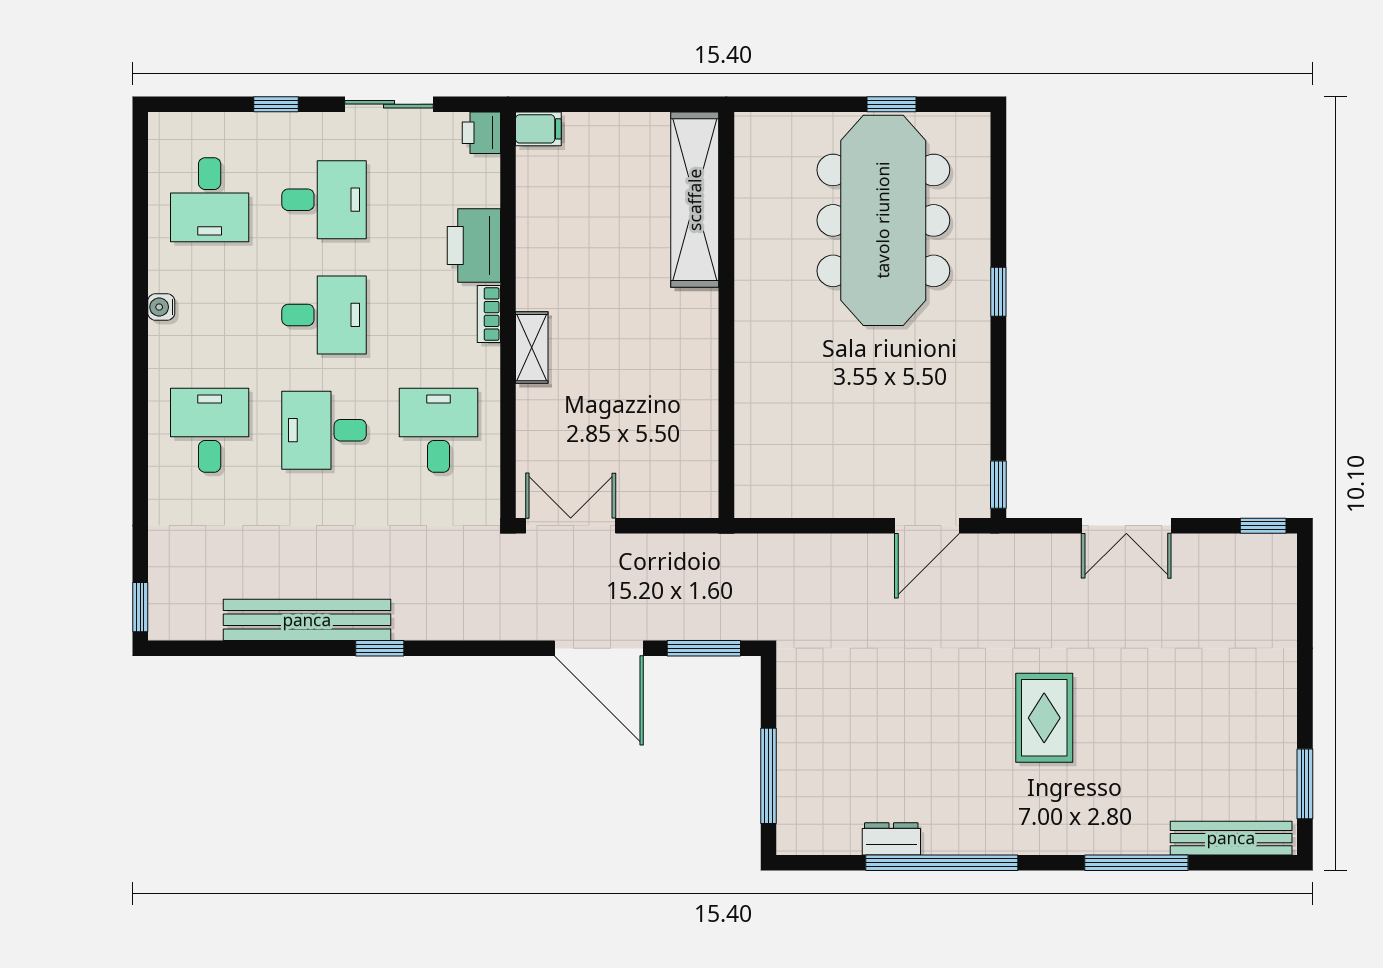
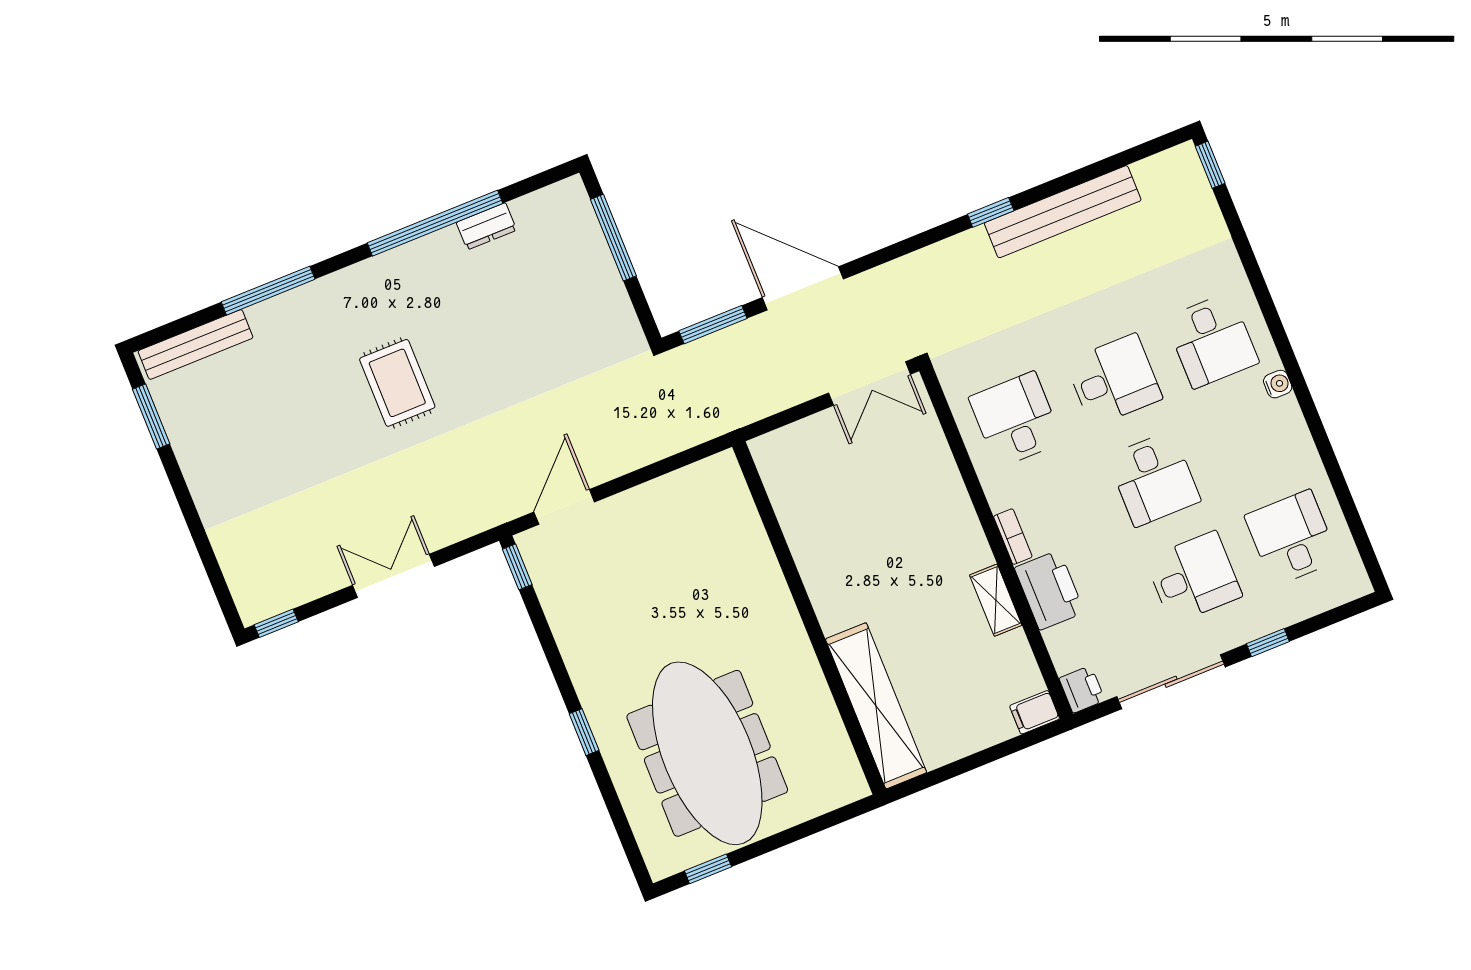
sliding door: (389, 104) -> (1171, 682), width x1.37
window: (891, 104) -> (708, 869), moved
desk: (324, 200) -> (1194, 577), turned 180
water cooler: (161, 307) -> (1278, 384), moved
desk: (324, 315) -> (1154, 479), turned -90
shelving: (532, 348) -> (996, 600), moved
desk: (439, 430) -> (1016, 420), turned 180

